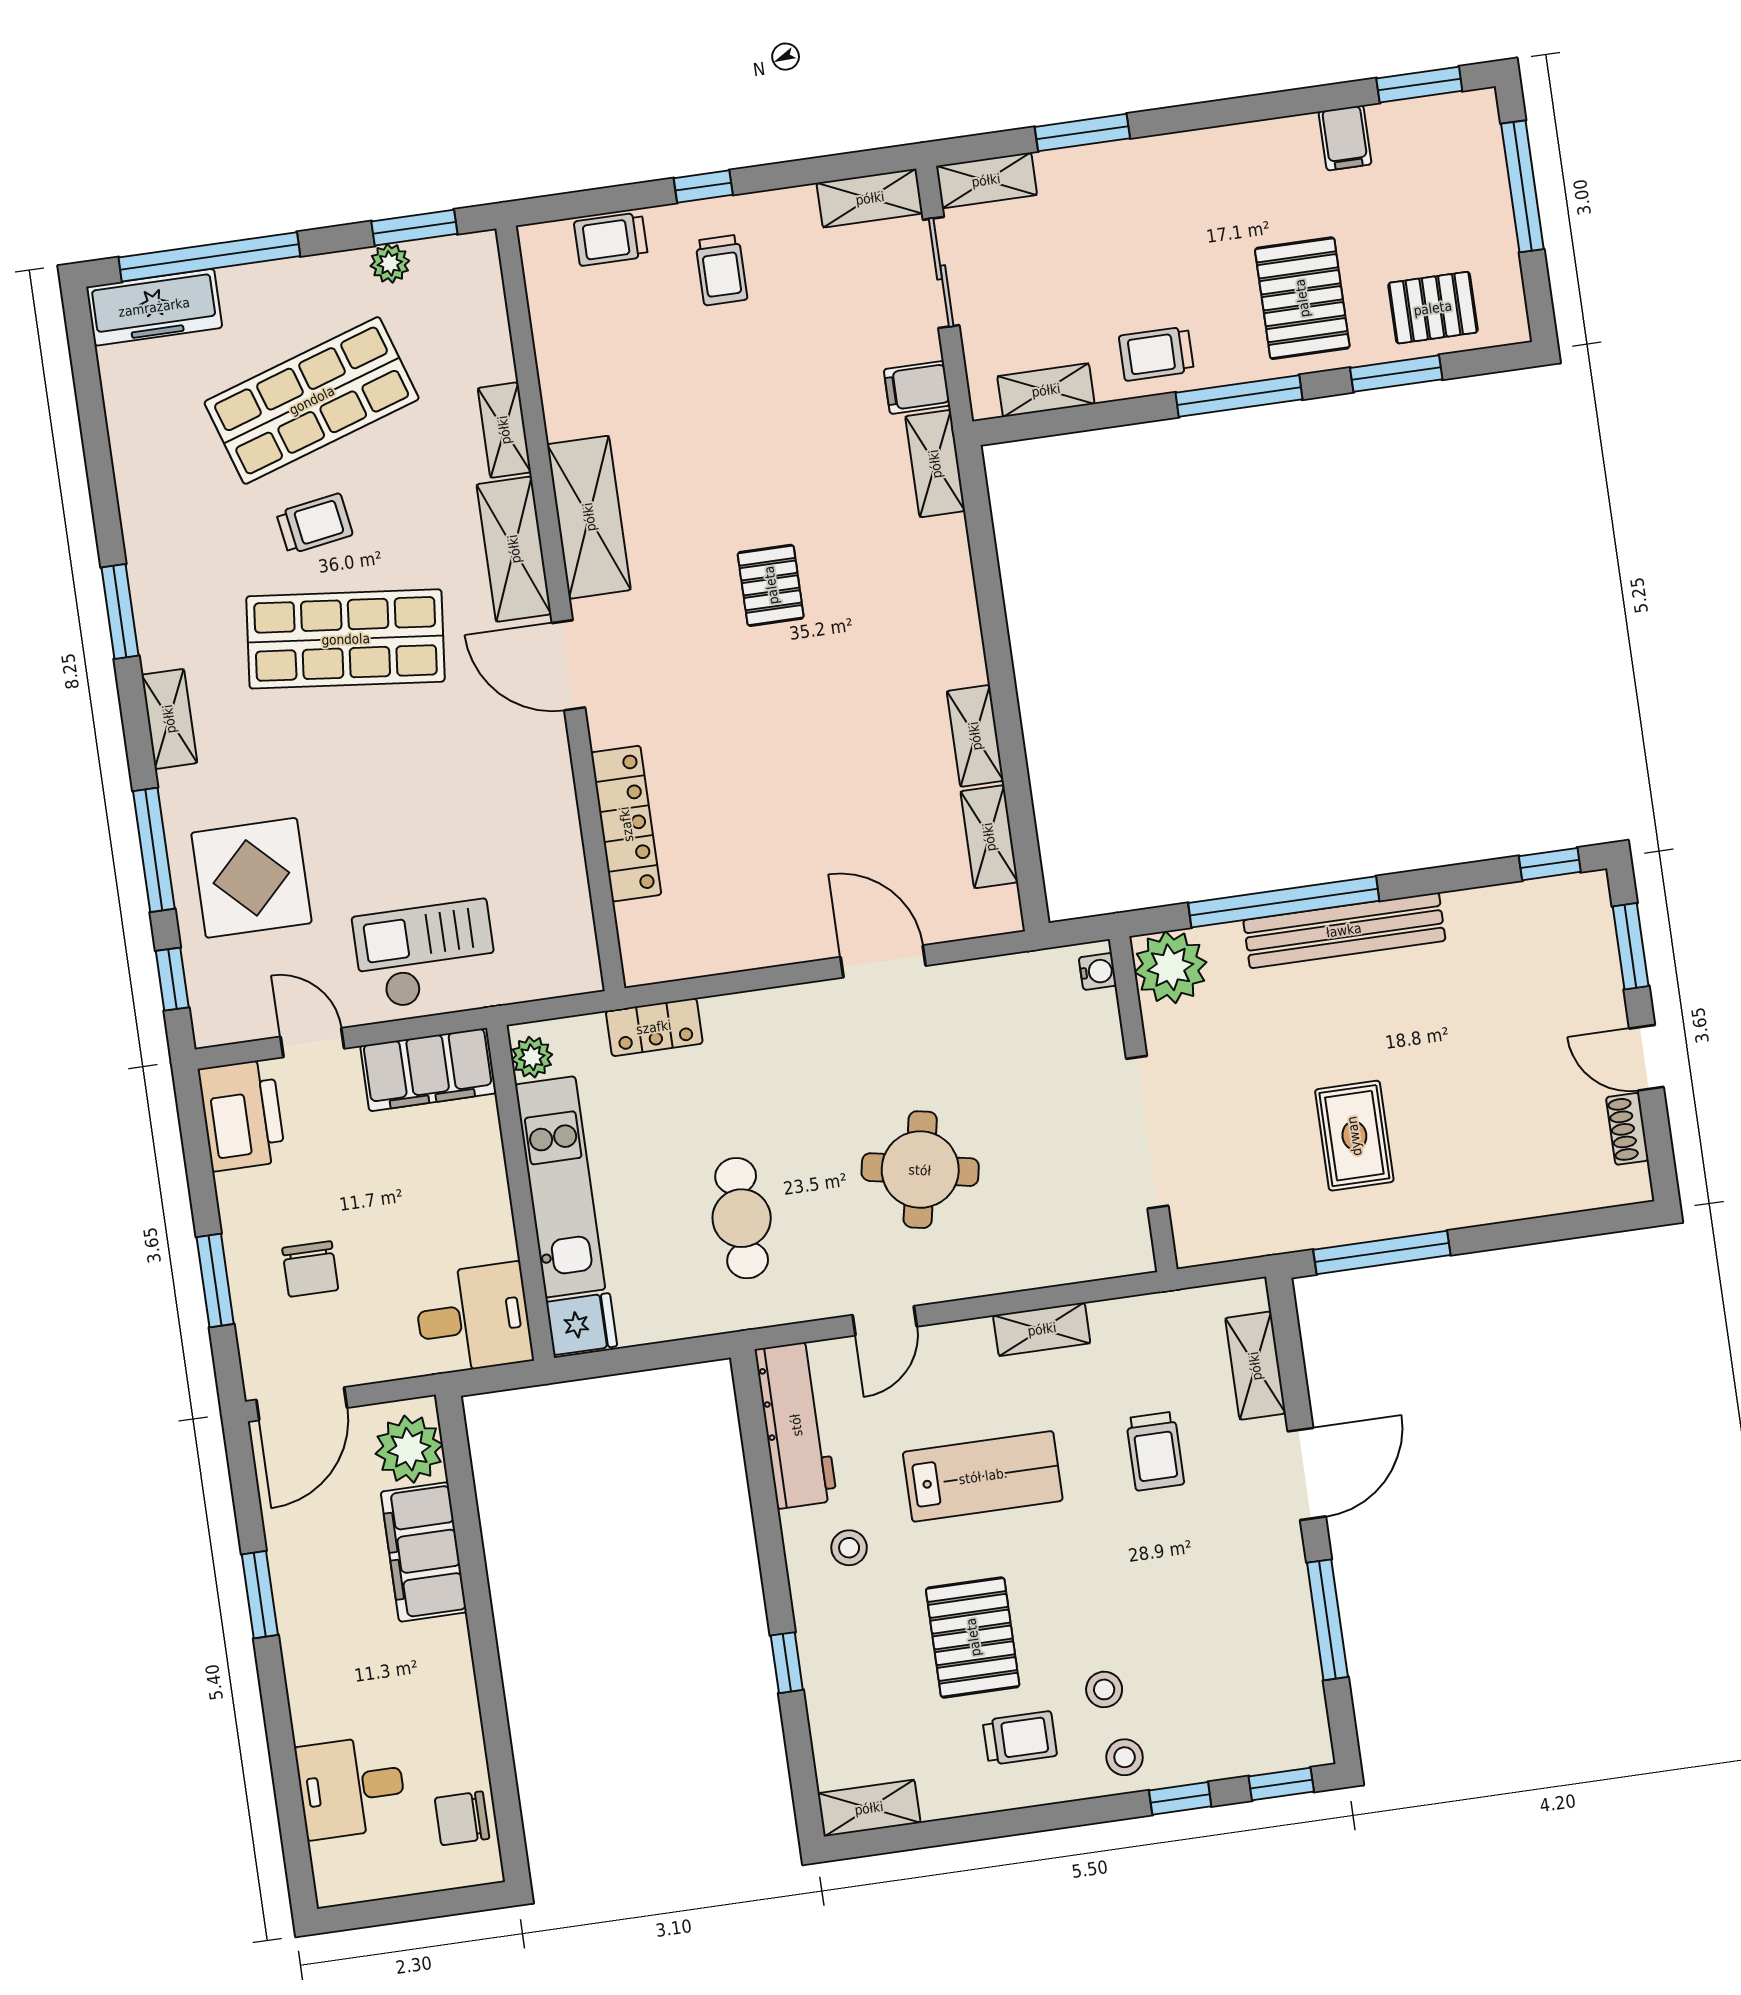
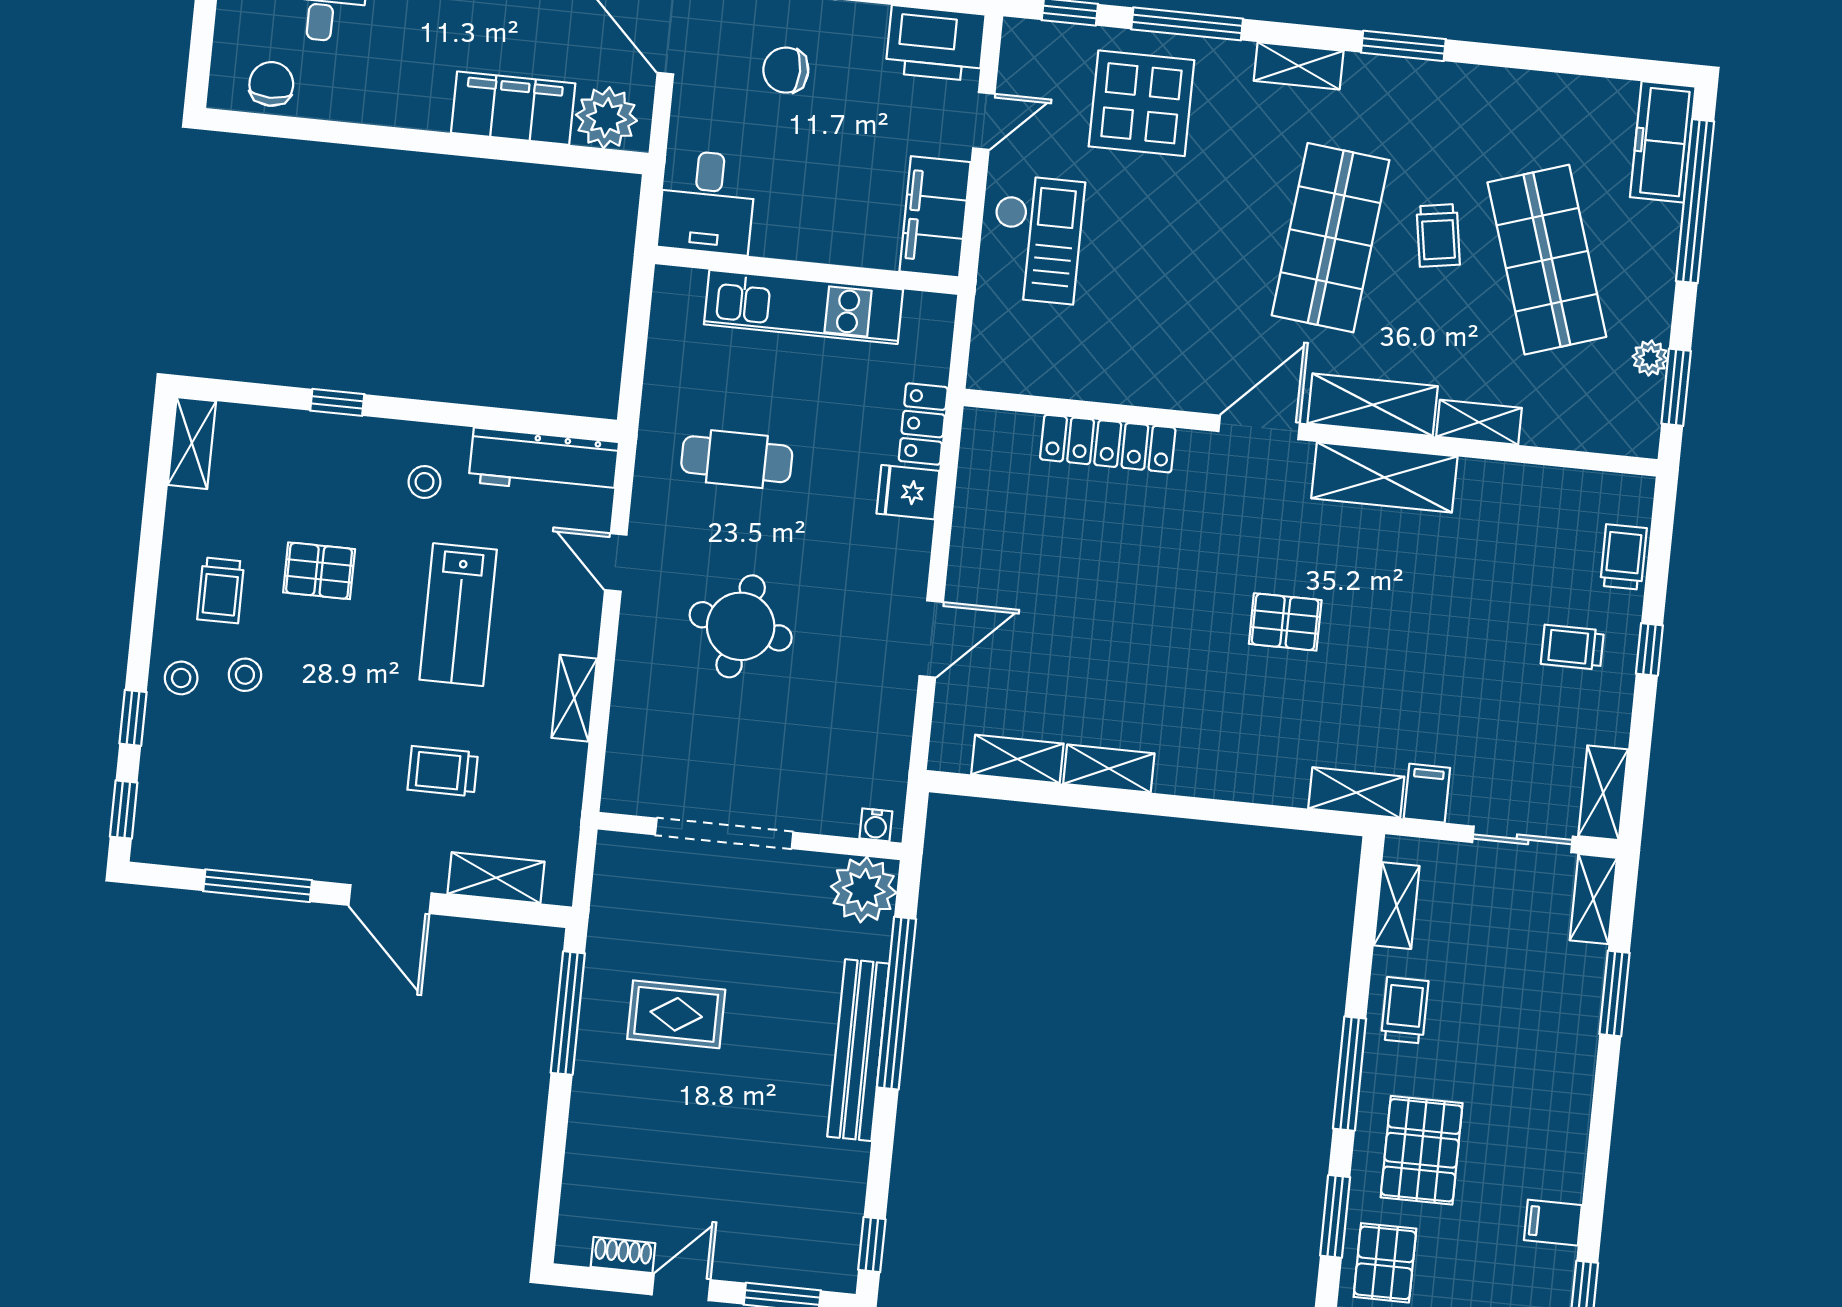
pallet: (1302, 298) -> (1422, 1150), turned 90
plant: (532, 1057) -> (923, 310), removed
fridge: (582, 1324) -> (908, 492), moved, turned 90
pallet: (973, 1637) -> (319, 571), width x0.67, depth x0.71

